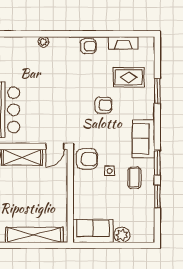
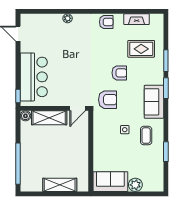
armchair: (87, 159) -> (108, 100), moved
window: (157, 163) -> (166, 88), moved
shelving: (34, 235) -> (60, 185), width x0.68

